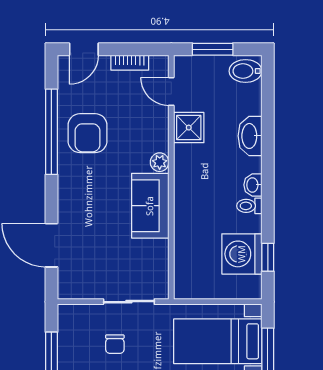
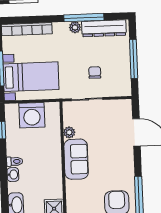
plant: (160, 162) -> (69, 132), moved
washing machine: (242, 254) -> (32, 115), moved, turned 90

